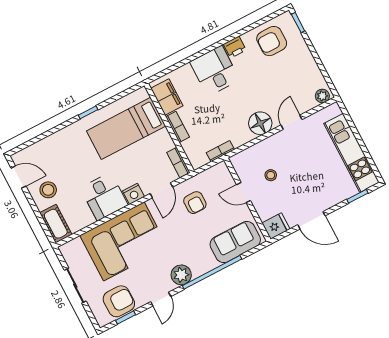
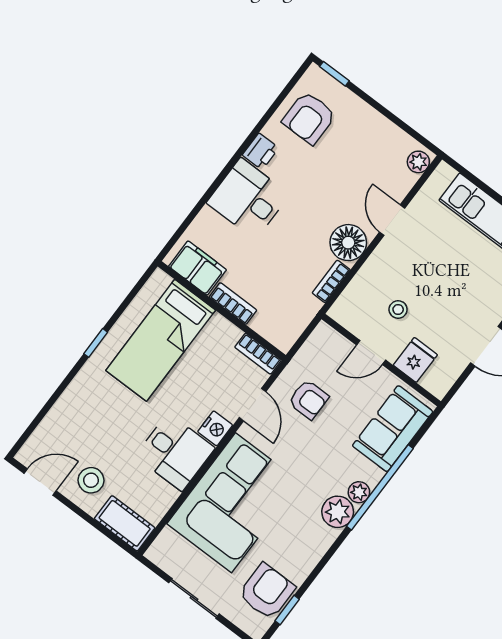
bookcase: (220, 151) -> (331, 281), moved
fridge: (276, 226) -> (415, 360), moved
plant: (199, 269) -> (359, 492), added
door: (161, 299) -> (325, 560), removed

